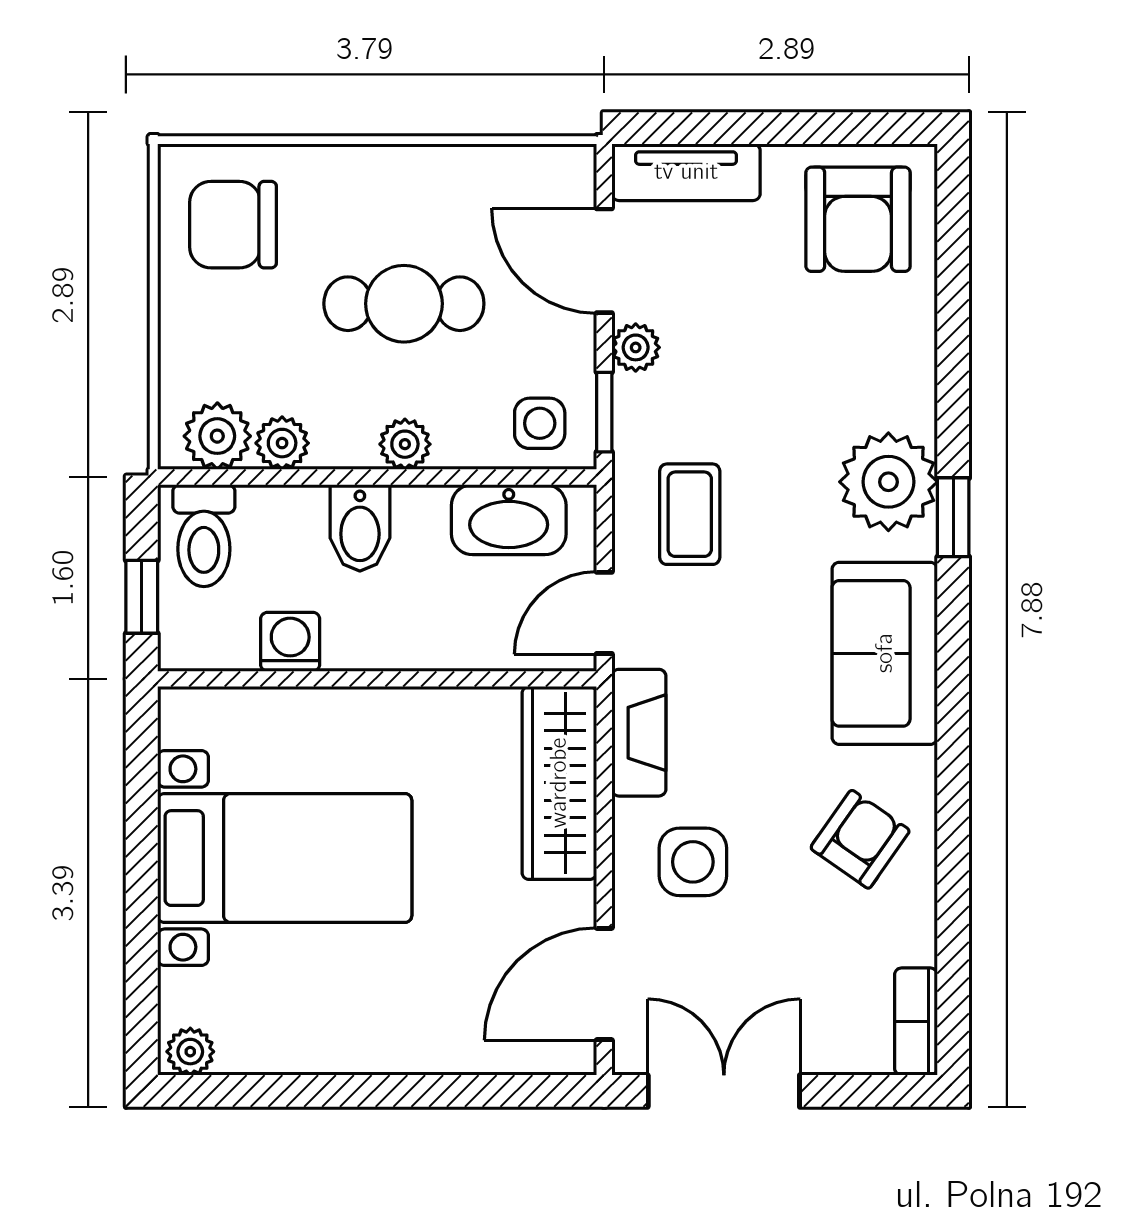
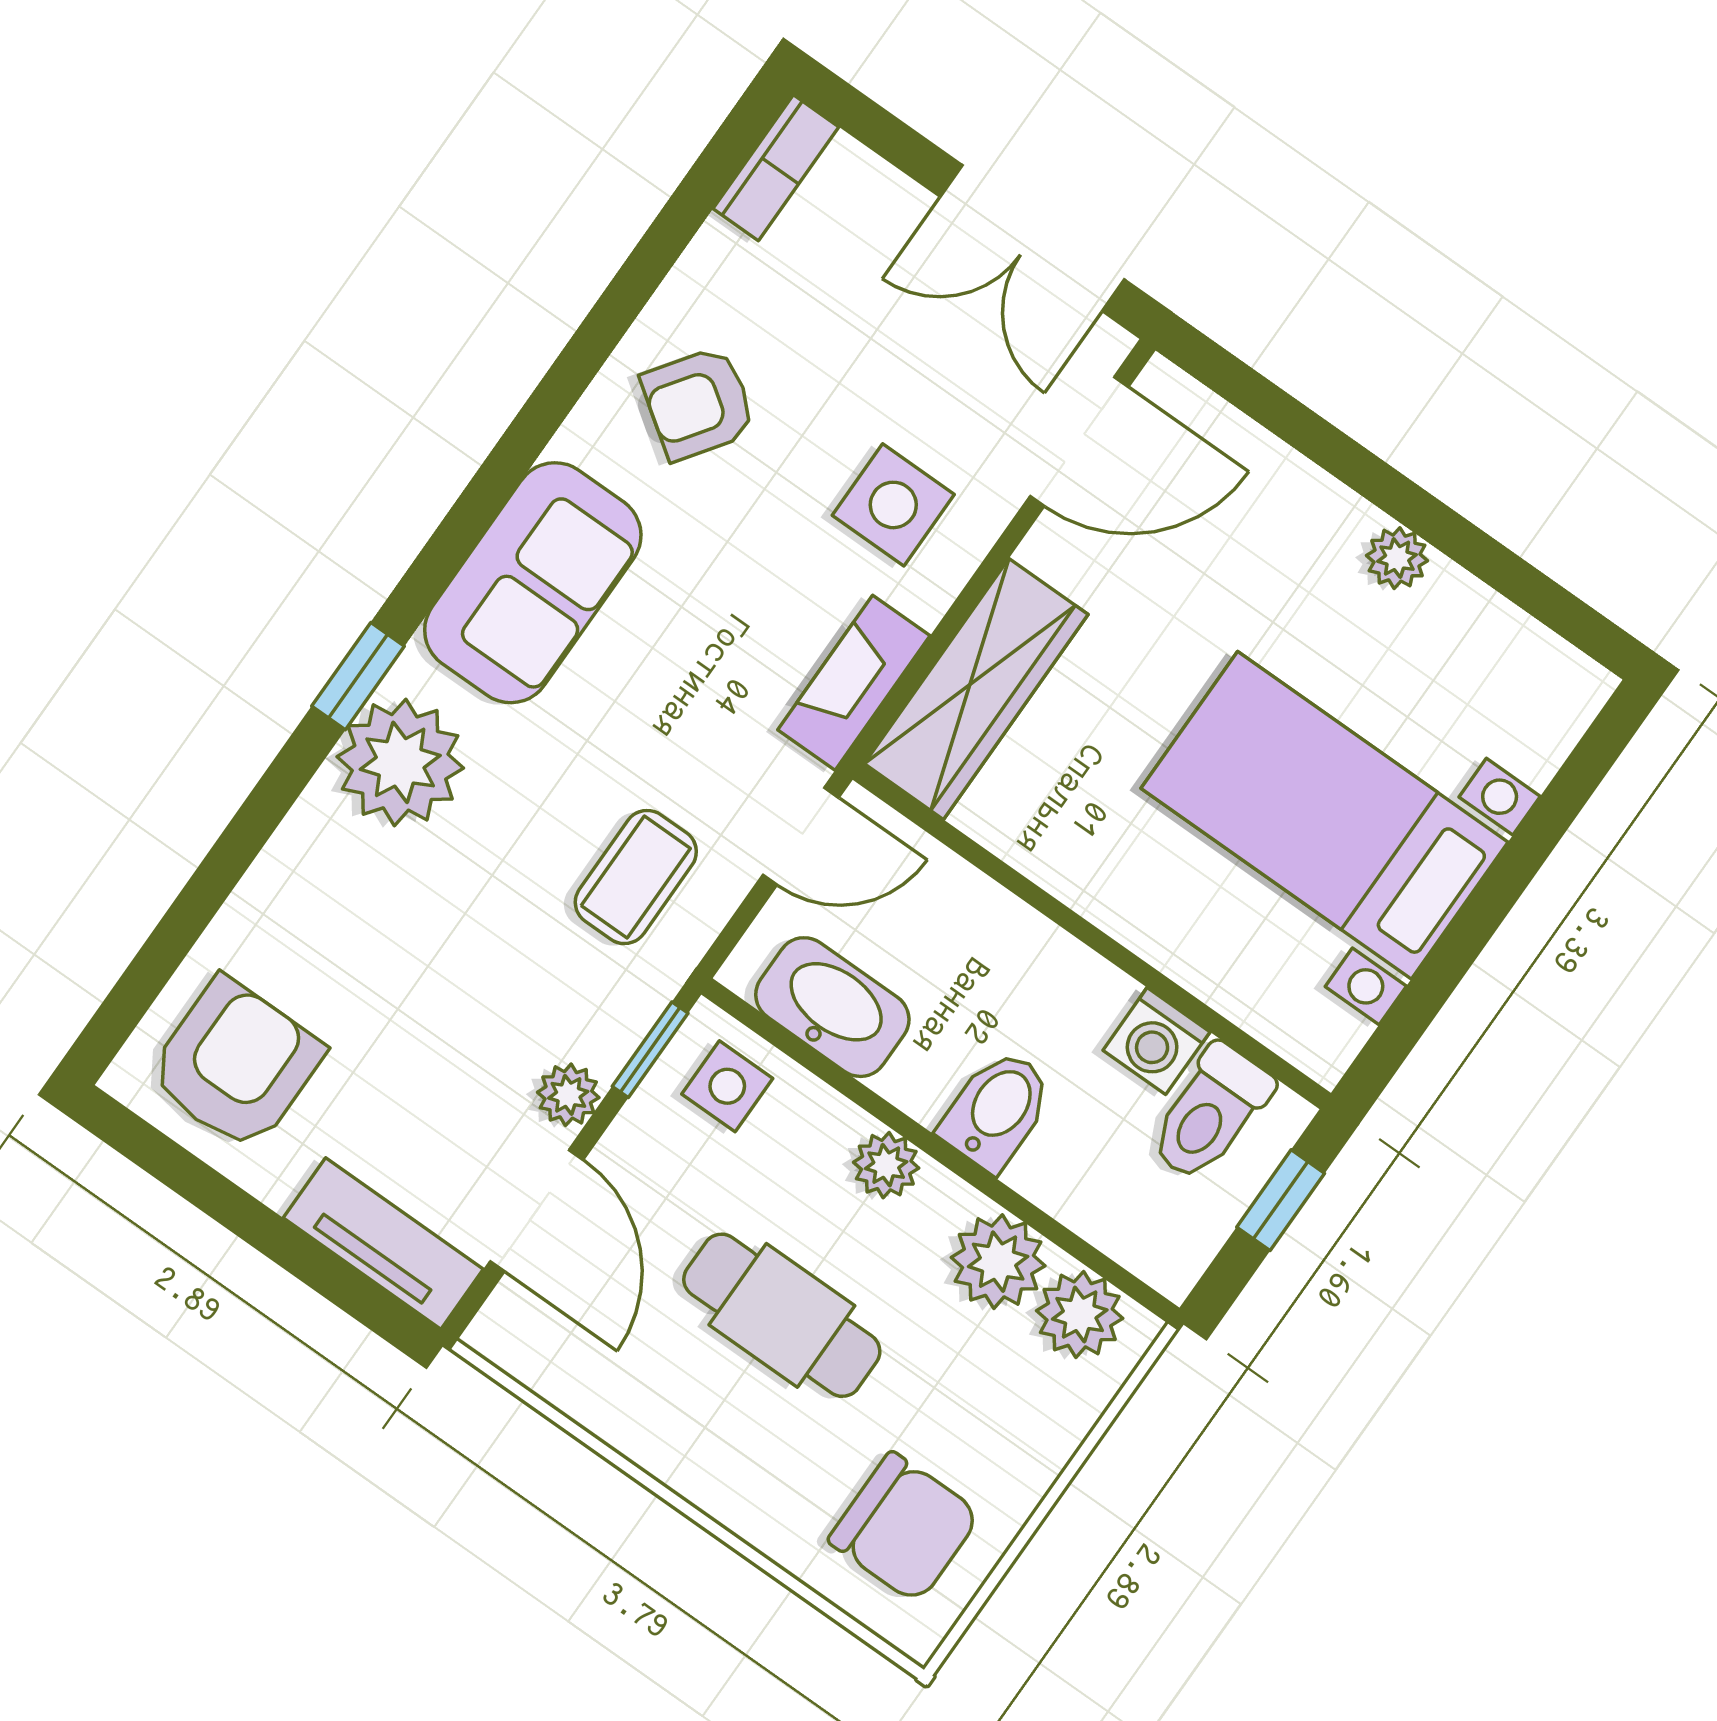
plant: (282, 443) -> (998, 1262), width x1.38, depth x1.38
toilet: (204, 536) -> (1210, 1113), moved, turned 180
plant: (190, 1052) -> (1397, 558), moved

